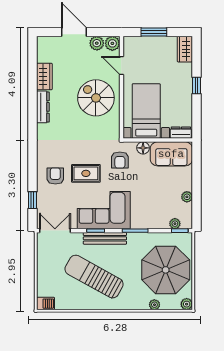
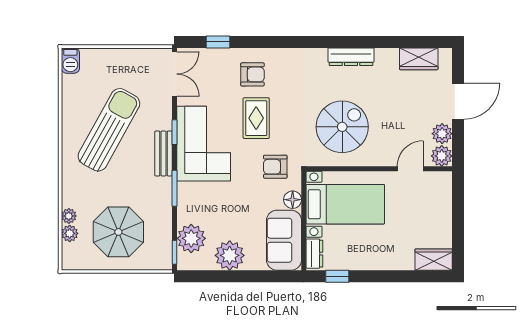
window: (154, 32) -> (458, 215), removed
wardrobe: (44, 76) -> (419, 59), moved
window: (197, 86) -> (337, 276), moved
spiral stairs: (96, 98) -> (342, 127), moved
plant: (187, 197) -> (230, 255), width x1.87, depth x1.87
plant: (175, 224) -> (191, 238), width x1.88, depth x1.88
bench: (105, 238) -> (164, 154), width x0.73
parasol: (166, 270) -> (118, 232), width x0.73, depth x0.73
plant: (187, 304) -> (70, 233), moved

